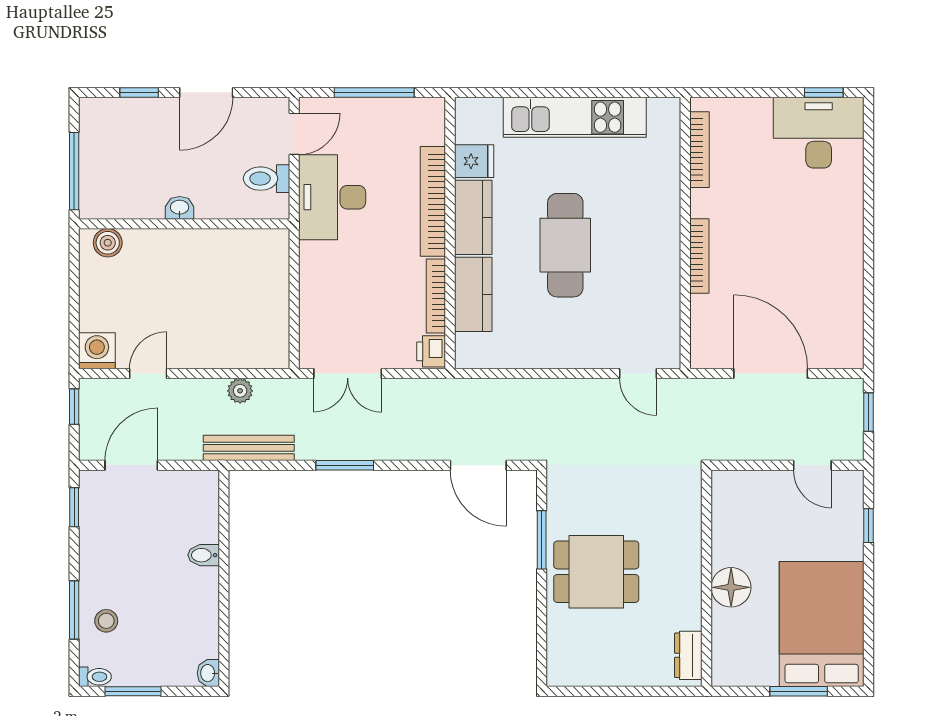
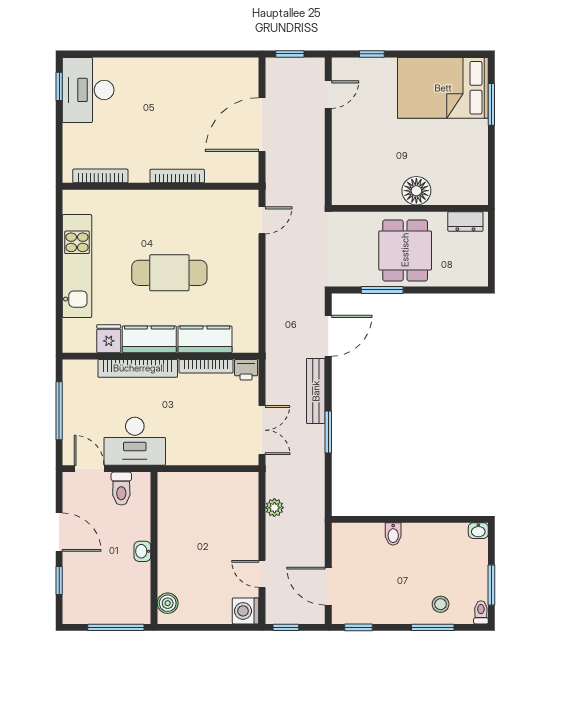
bench: (249, 448) -> (316, 391), moved
wall: (707, 578) -> (410, 208), moved
floor lamp: (731, 587) -> (416, 191), moved
dresser: (688, 655) -> (465, 222), moved

